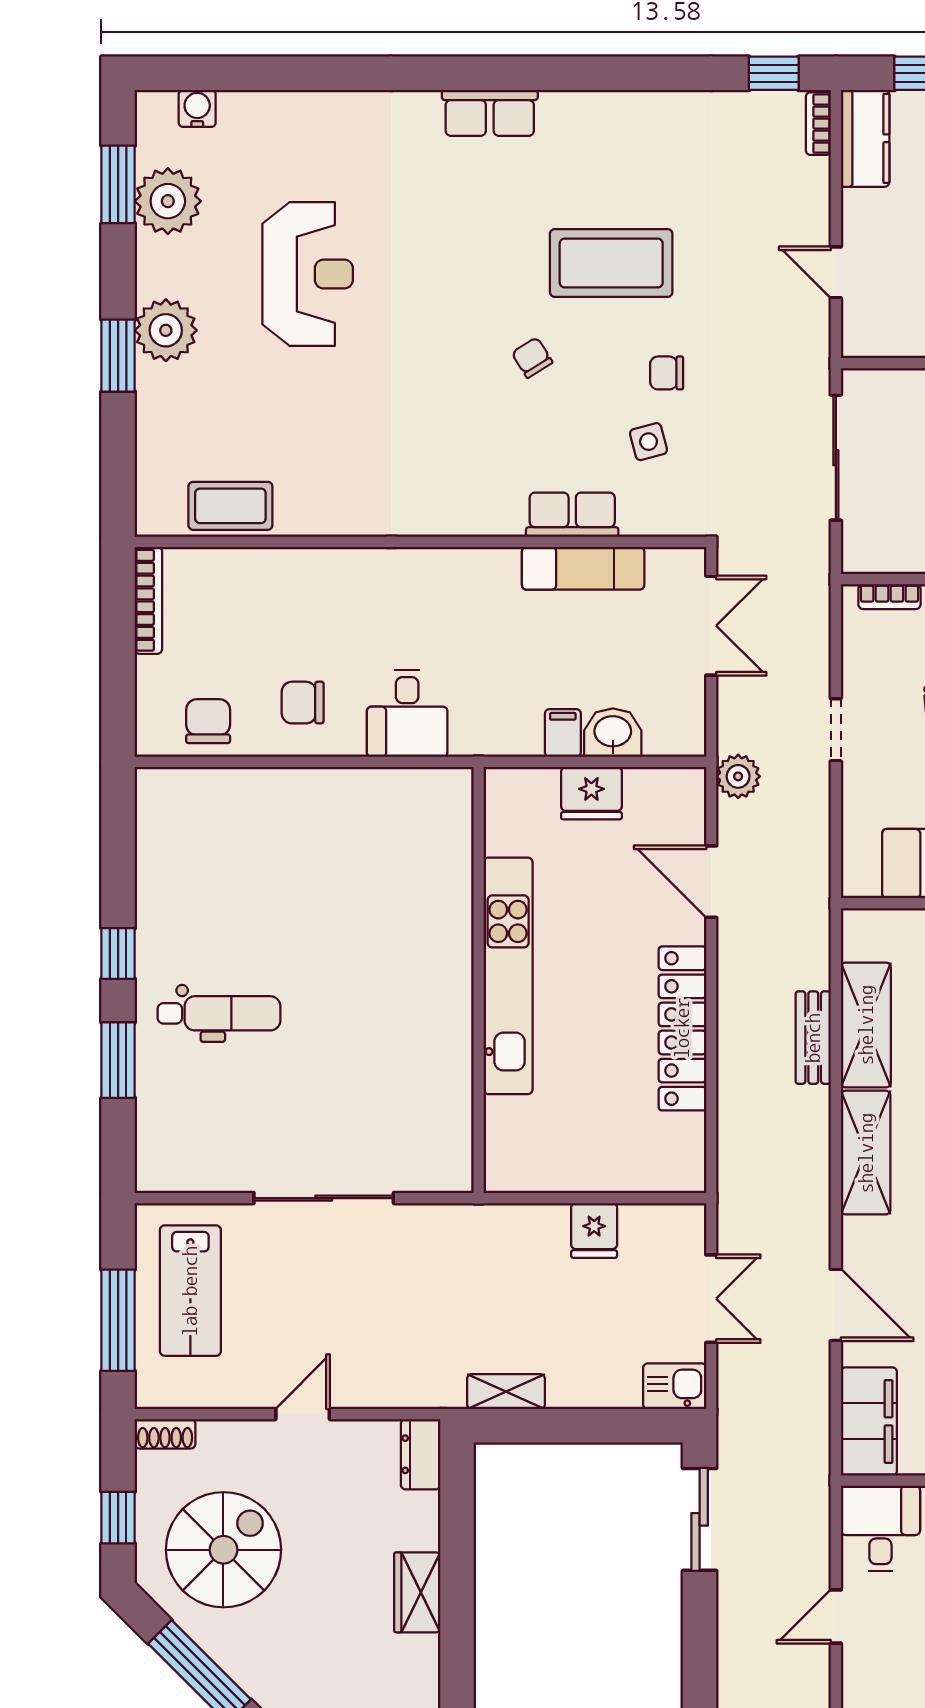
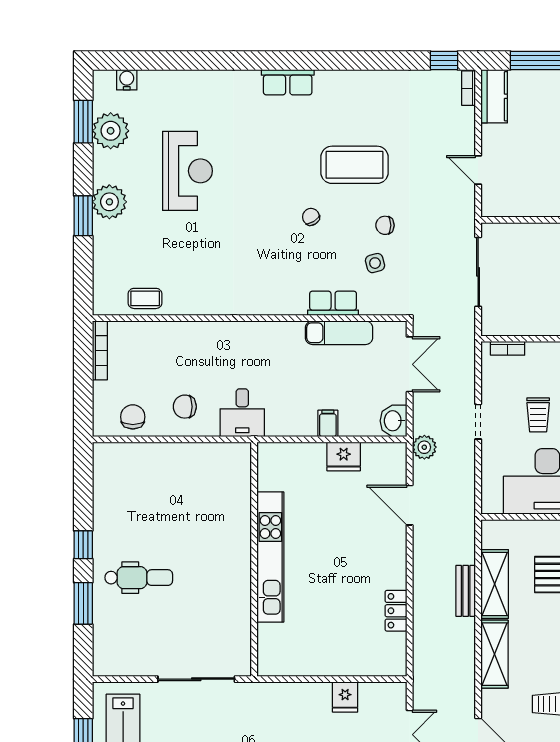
coffee table: (230, 506) -> (145, 298), width x0.73, depth x0.77
washbasin: (613, 733) -> (393, 421), moved, turned -90
kitchen unit: (508, 976) -> (270, 557), moved
wall: (479, 980) -> (254, 559), moved
locker: (682, 1028) -> (396, 611), width x0.46, depth x0.83

